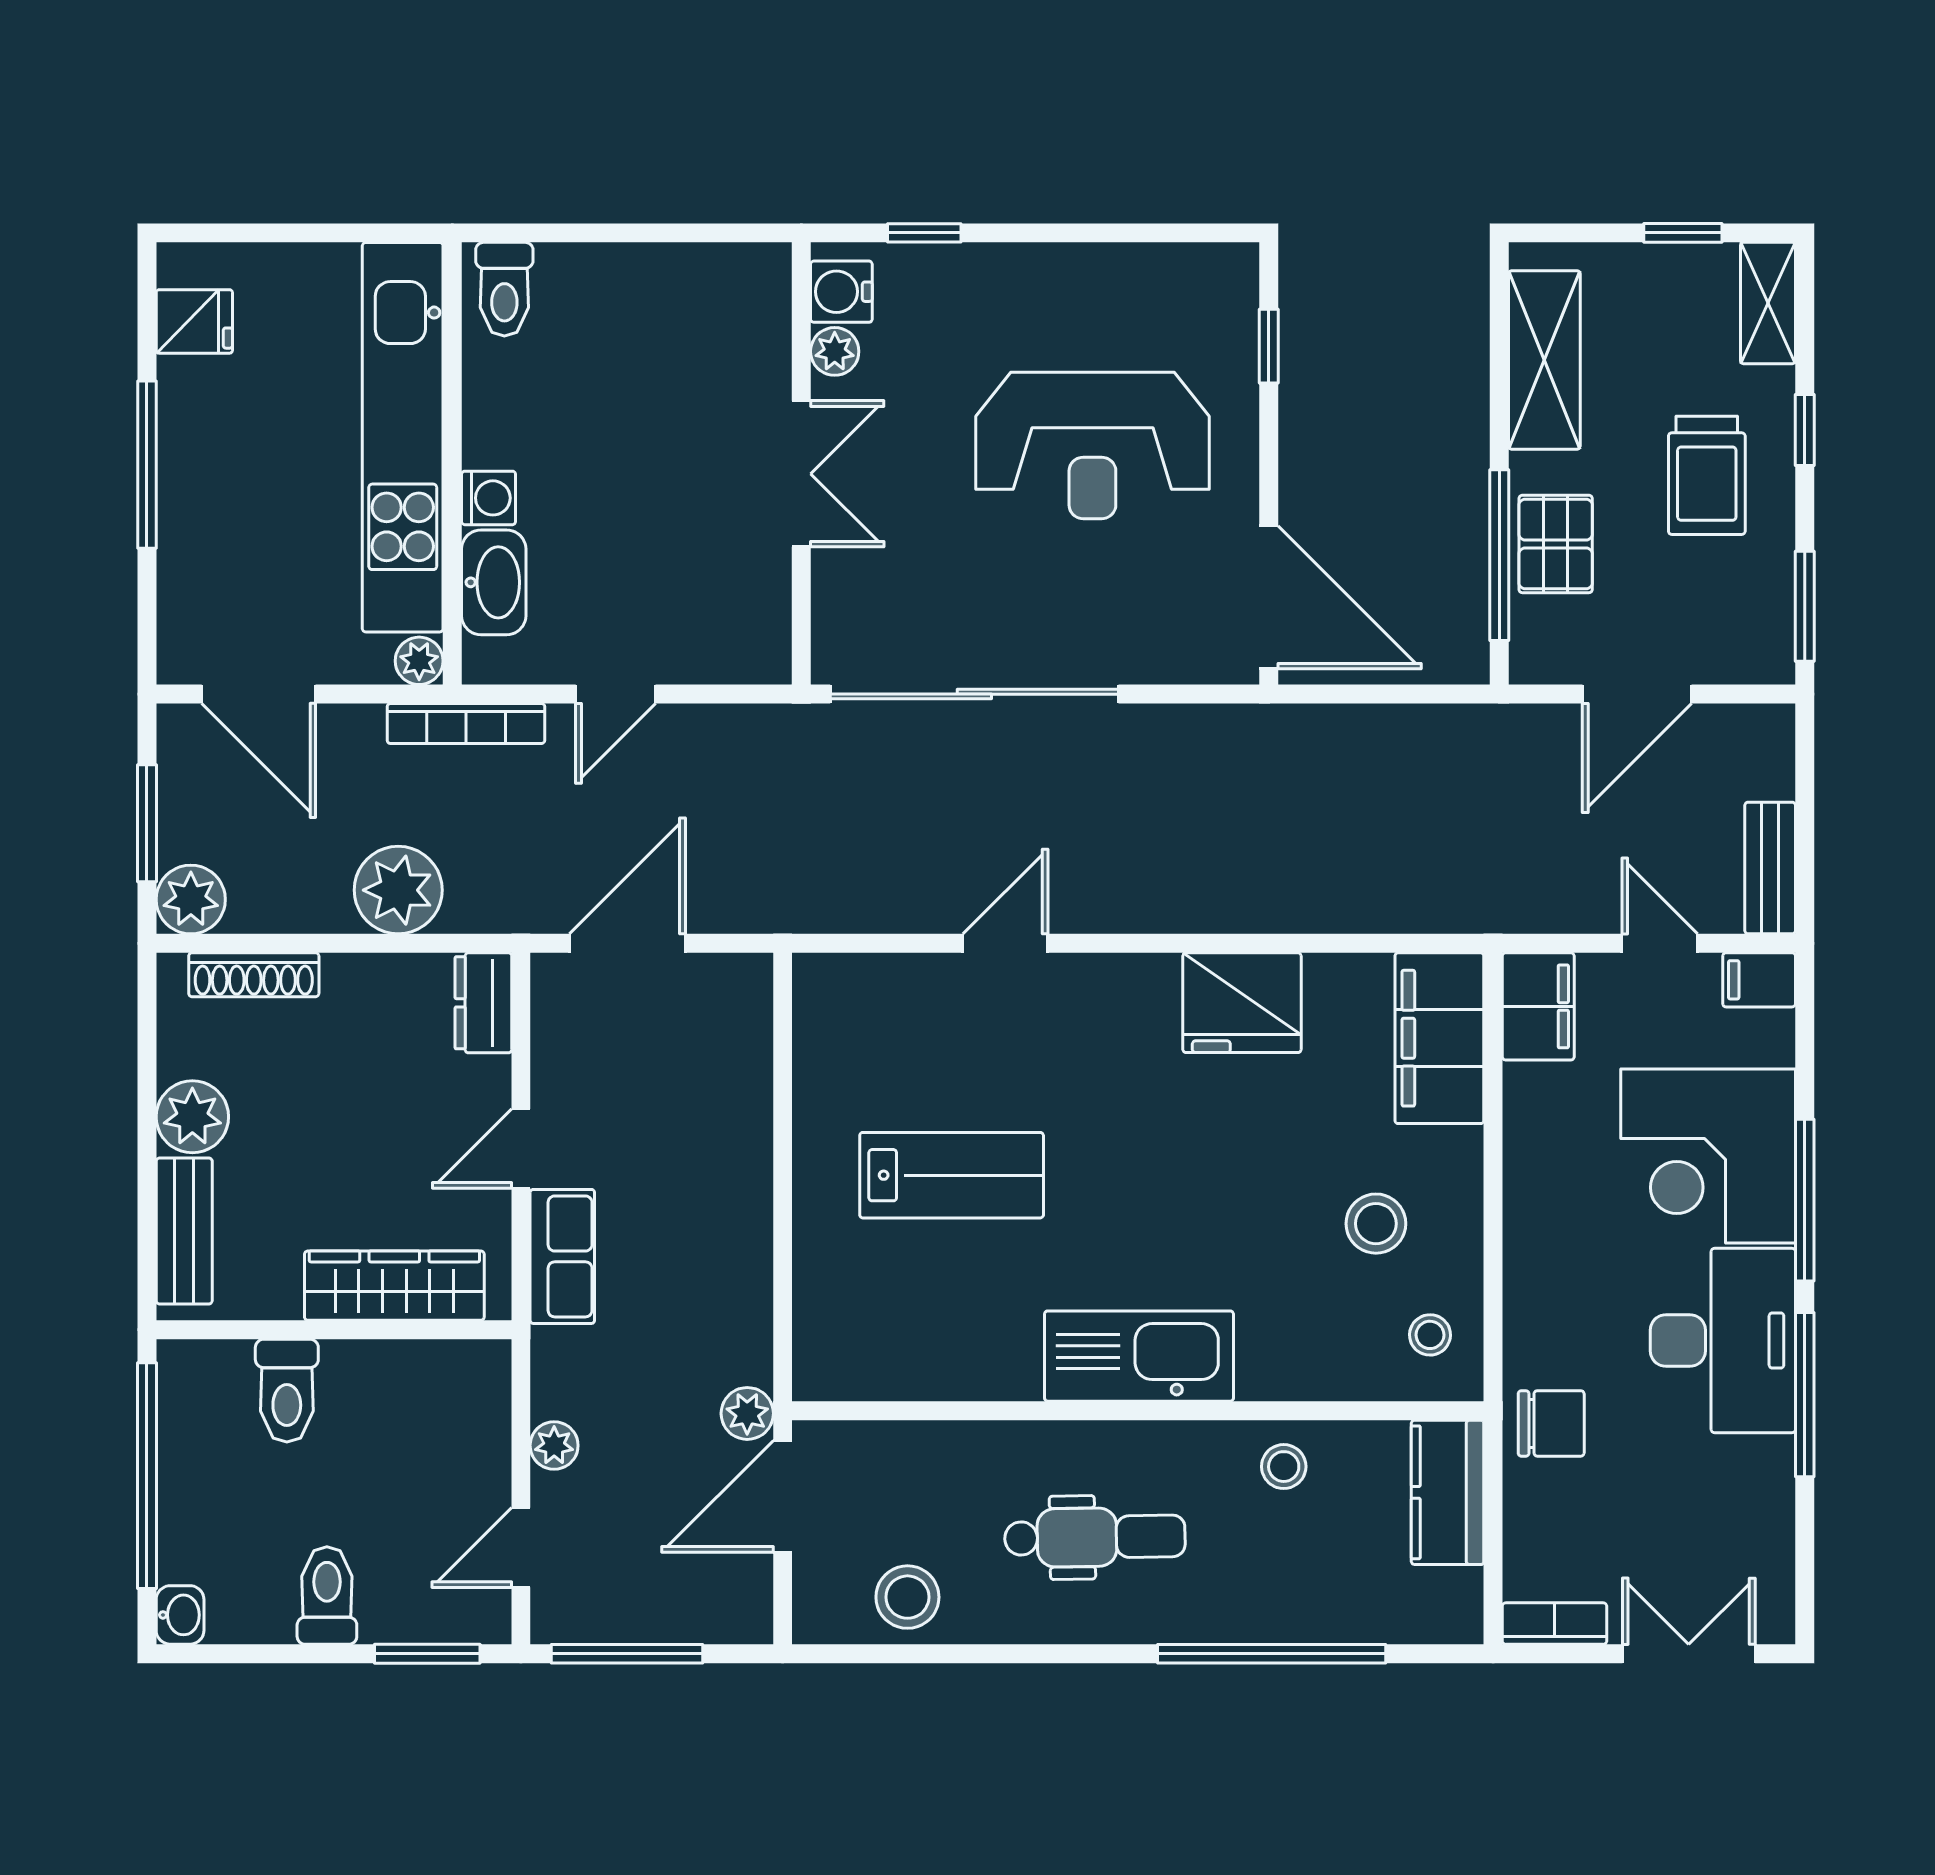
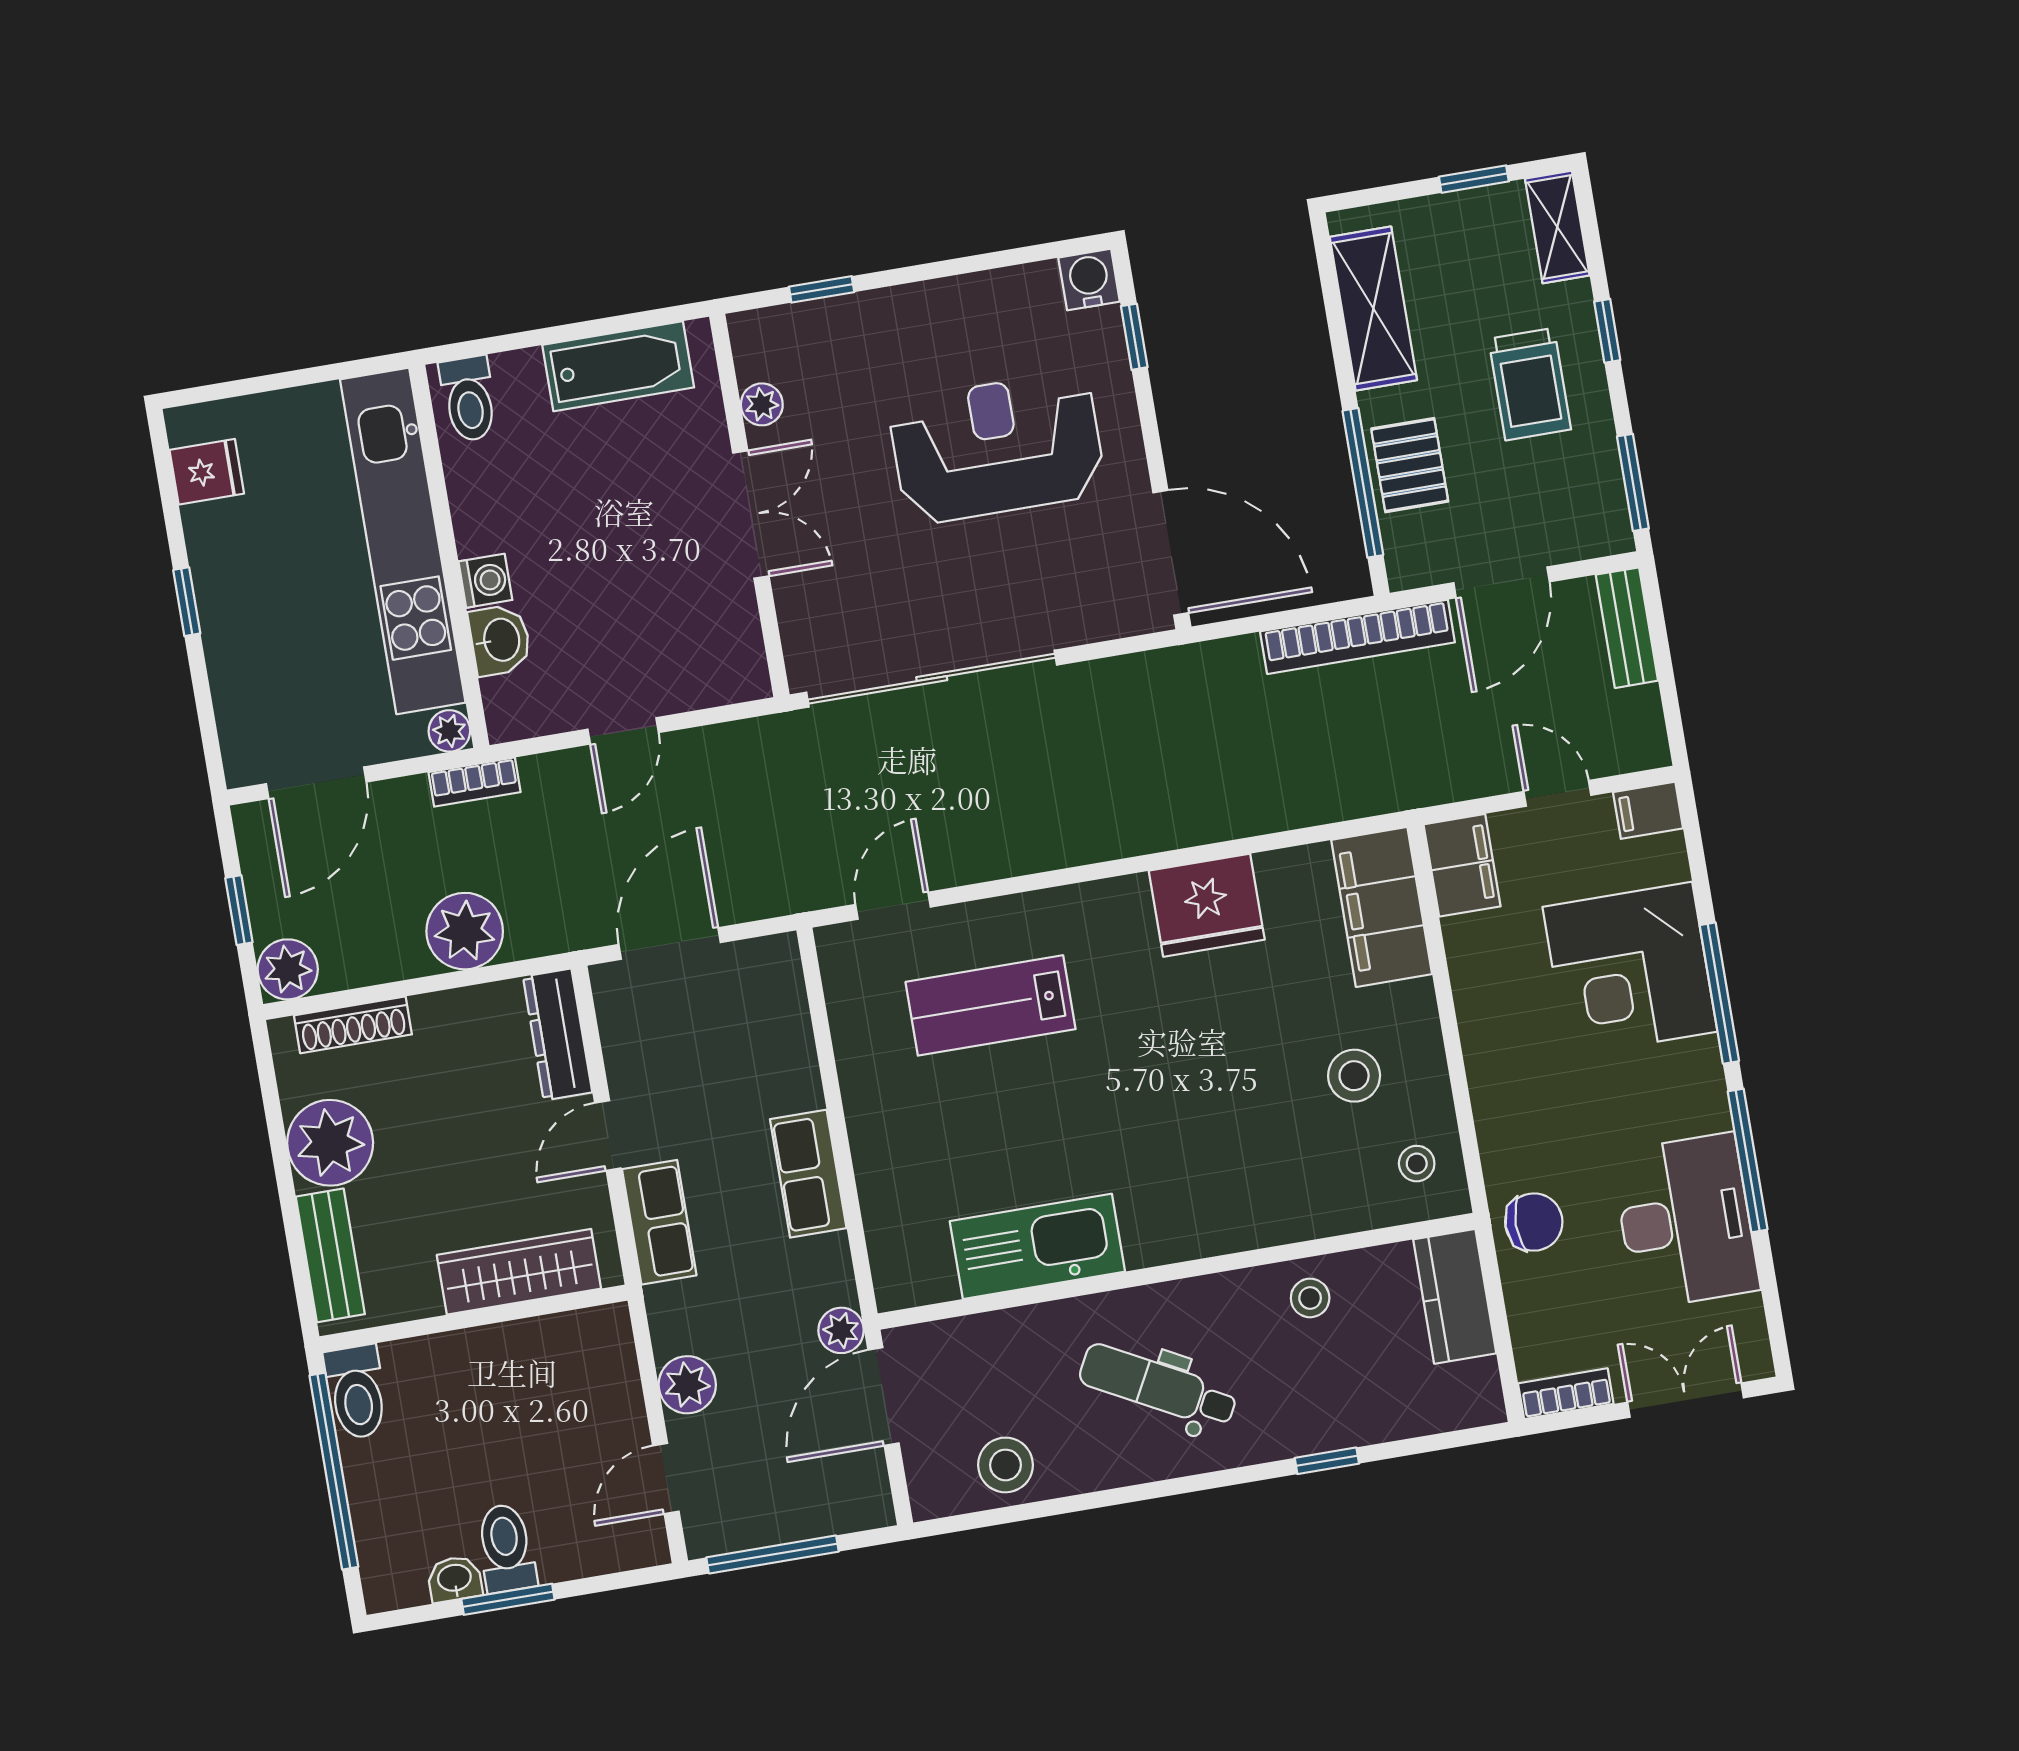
bathtub: (680, 281) -> (618, 366), added
water cooler: (841, 292) -> (1089, 280), moved, turned 90
reception desk: (1092, 445) -> (997, 448), turned 180
window: (147, 465) -> (187, 602), width x0.46
washbasin: (494, 582) -> (500, 640), width x0.72
door: (259, 694) -> (316, 783), hinge flipped
bookcase: (466, 724) -> (474, 782), width x0.64
bookcase: (1464, 728) -> (1357, 637), added
window: (147, 823) -> (239, 910), width x0.67
bench: (1770, 868) -> (1627, 628), moved
door: (1005, 943) -> (893, 906), moved
dresser: (483, 1003) -> (558, 1035), width x1.44
plant: (192, 1117) -> (330, 1143), width x1.36, depth x1.36
lab bench: (952, 1175) -> (991, 1005), moved, turned 180
row of seats: (740, 1230) -> (808, 1174), added
desk: (1723, 1340) -> (1685, 1221), moved
kitchen sink: (1139, 1356) -> (1037, 1246), moved
toilet: (287, 1391) -> (356, 1392), moved
plant: (554, 1445) -> (687, 1385), width x1.38, depth x1.38
dental chair: (1095, 1537) -> (1158, 1386), turned -151
washbasin: (180, 1615) -> (455, 1579), moved, turned -90
window: (427, 1654) -> (508, 1599), moved
window: (1272, 1654) -> (1327, 1461), width x0.32

